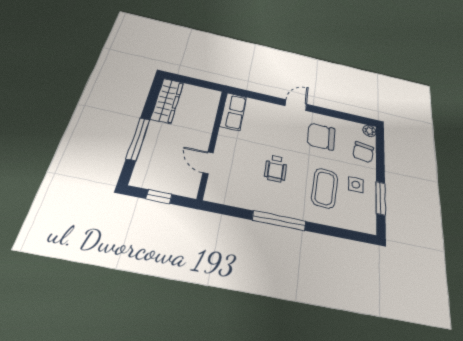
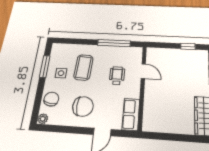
row of seats: (233, 112) -> (131, 114), moved
wall: (213, 142) -> (142, 87), moved
door: (208, 163) -> (143, 71), moved

